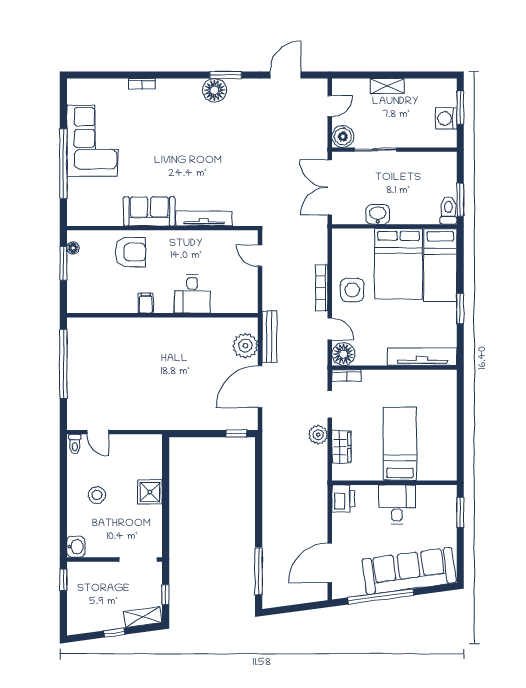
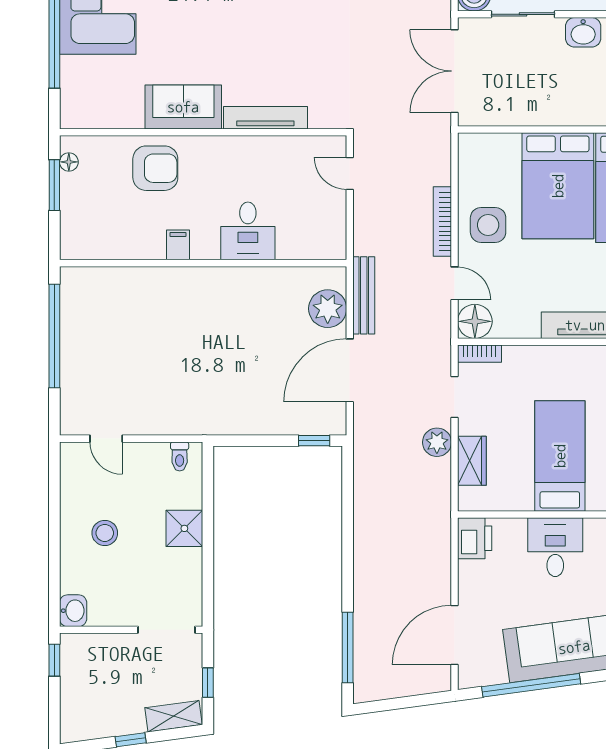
washbasin: (378, 214) -> (583, 32), moved, turned 180
toilet: (75, 444) -> (180, 456), moved

